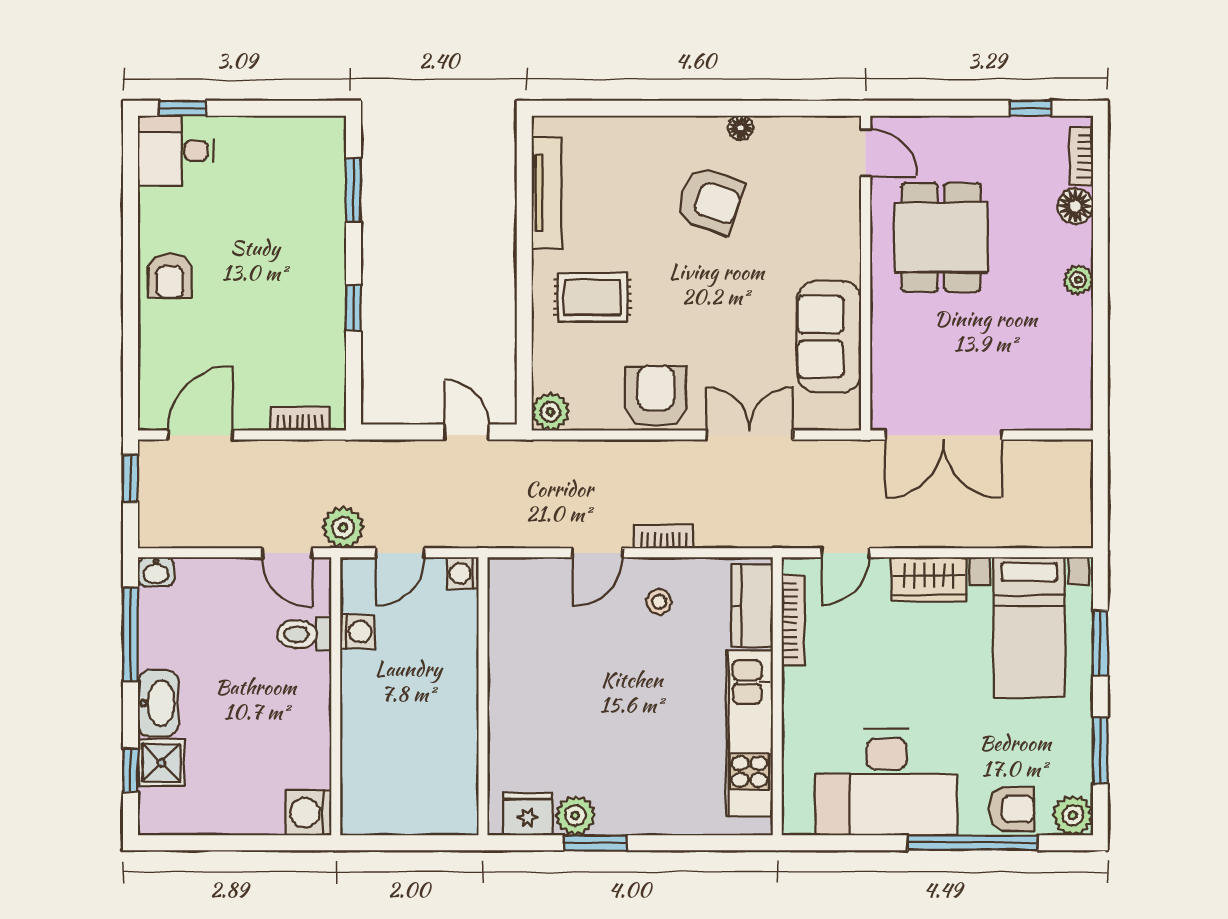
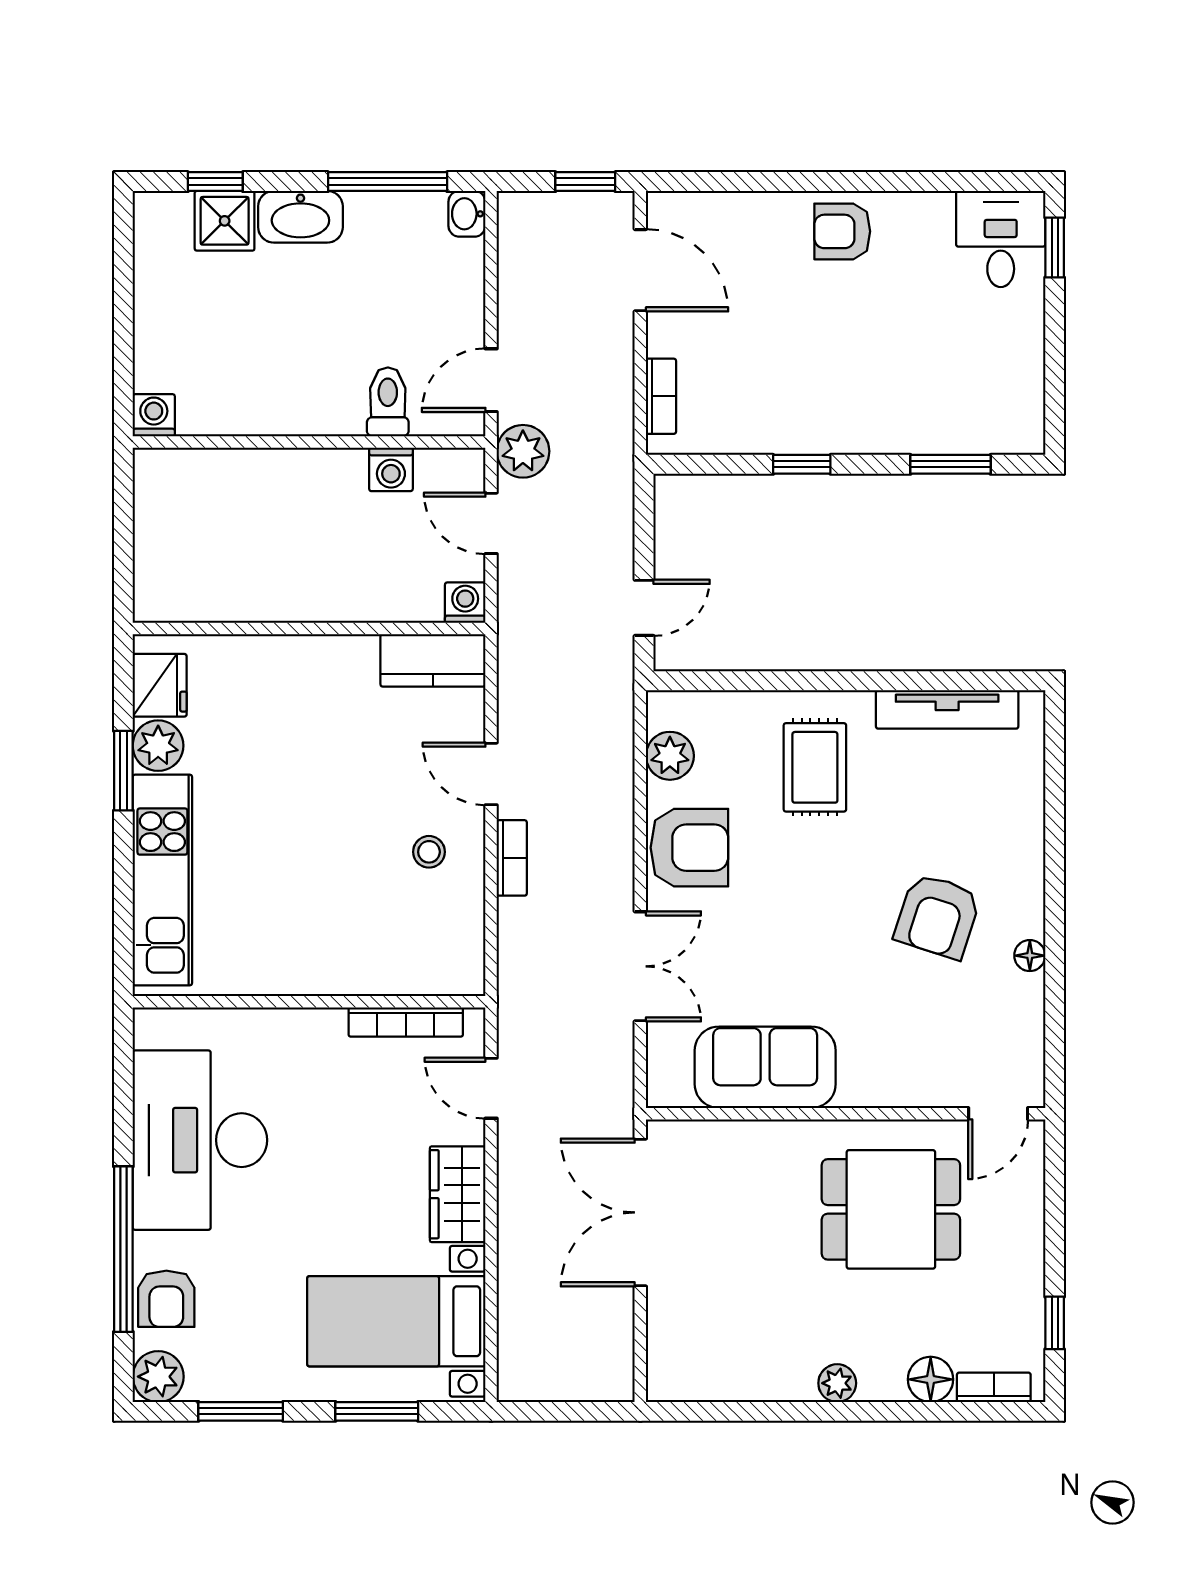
plant: (550, 412) -> (670, 756), moved
kitchen counter: (752, 606) -> (433, 660), moved, turned 180
kitchen unit: (749, 733) -> (162, 880), moved, turned 90
washing machine: (308, 813) -> (154, 415), width x0.73, depth x0.73

